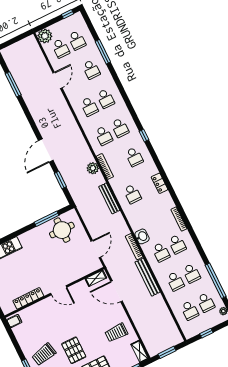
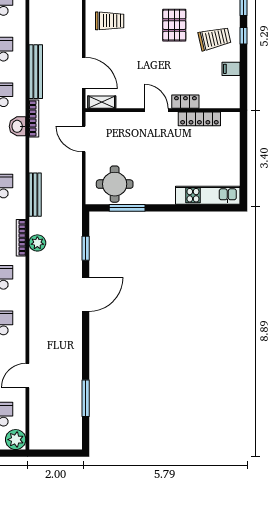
door: (96, 249) -> (84, 139), hinge flipped
locker: (43, 305) -> (185, 102), added
filing cabinet: (14, 321) -> (231, 69), moved

